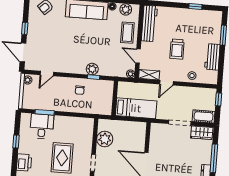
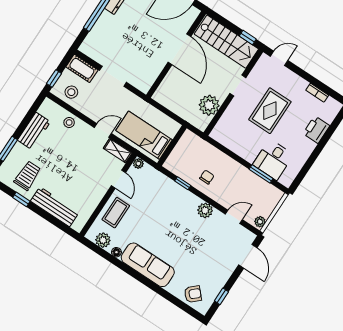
workbench: (149, 23) -> (55, 207), moved, turned 90
window: (25, 28) -> (221, 296), moved
trolley: (177, 49) -> (27, 176), moved
plant: (92, 69) -> (205, 210), moved
stool: (202, 97) -> (71, 92), added
bed: (136, 108) -> (144, 135), moved
wardrobe: (202, 133) -> (94, 51), removed
window: (16, 142) -> (312, 159), removed

